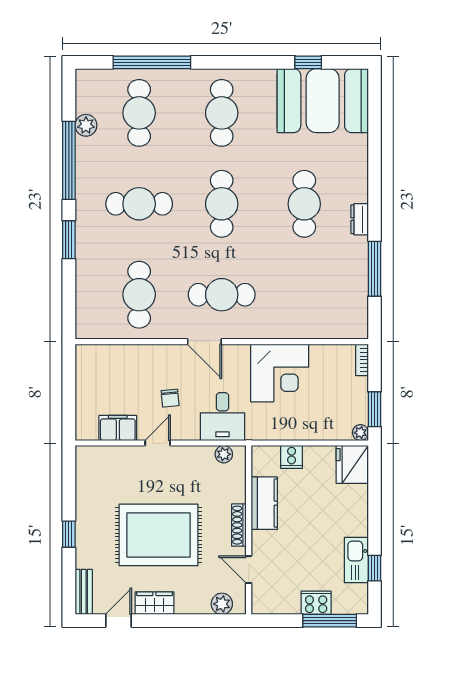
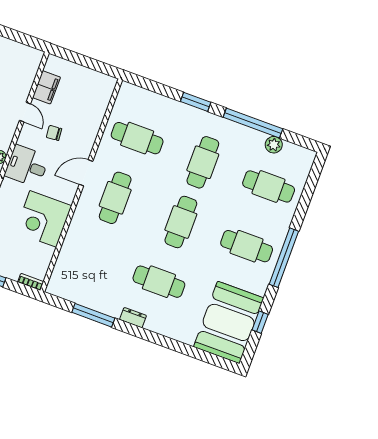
window: (152, 62) -> (284, 258), moved
cafe table: (222, 204) -> (181, 222), turned 90

